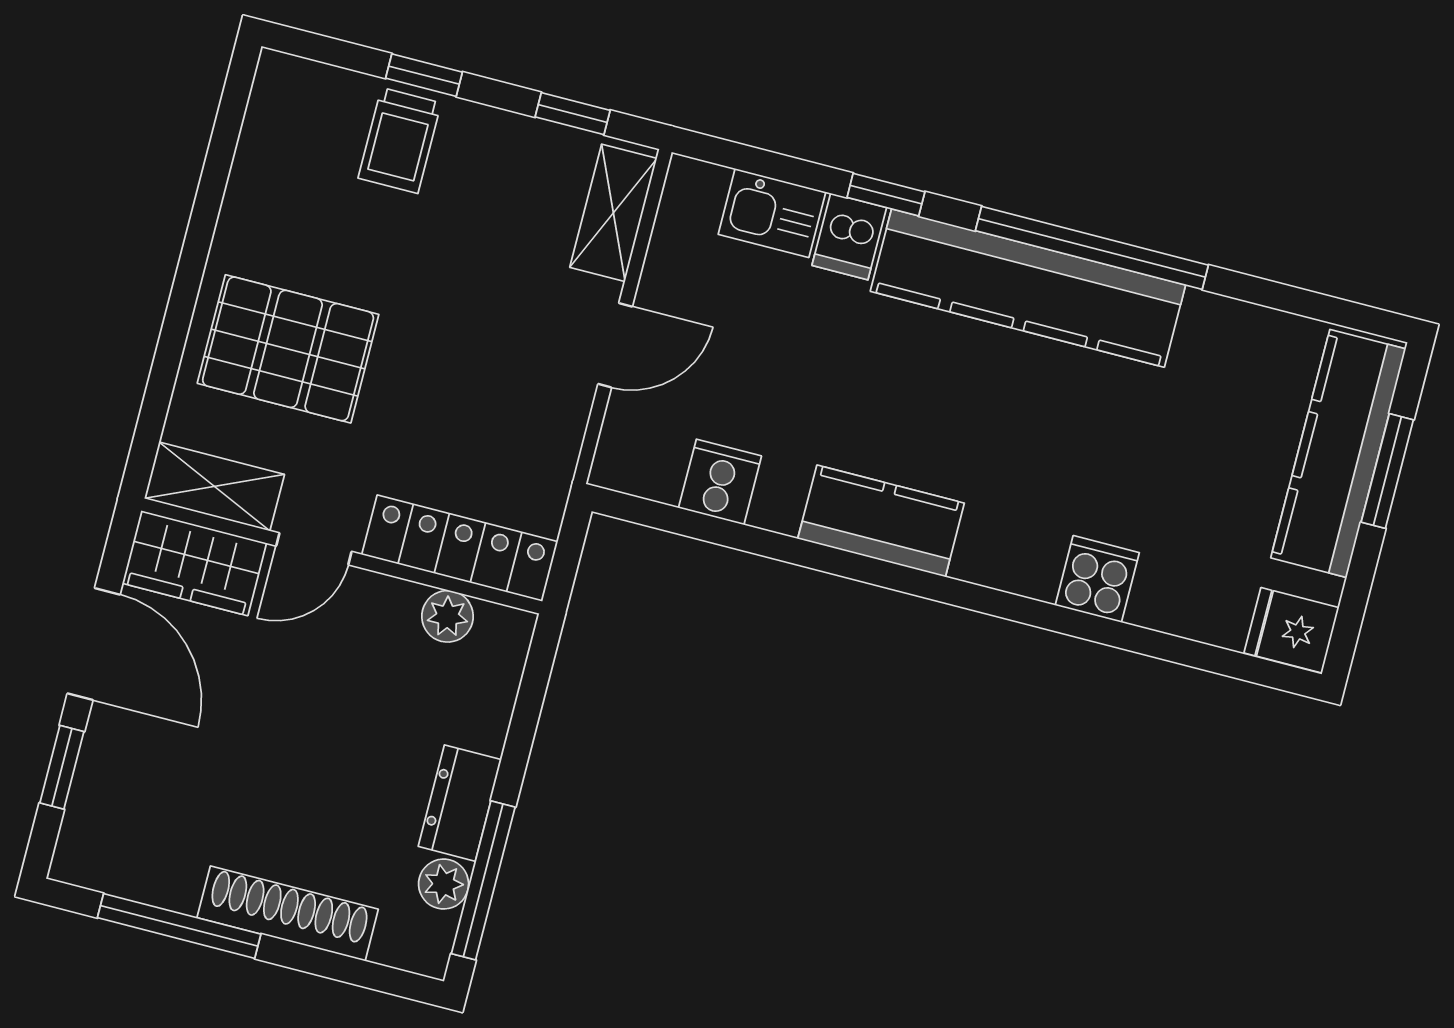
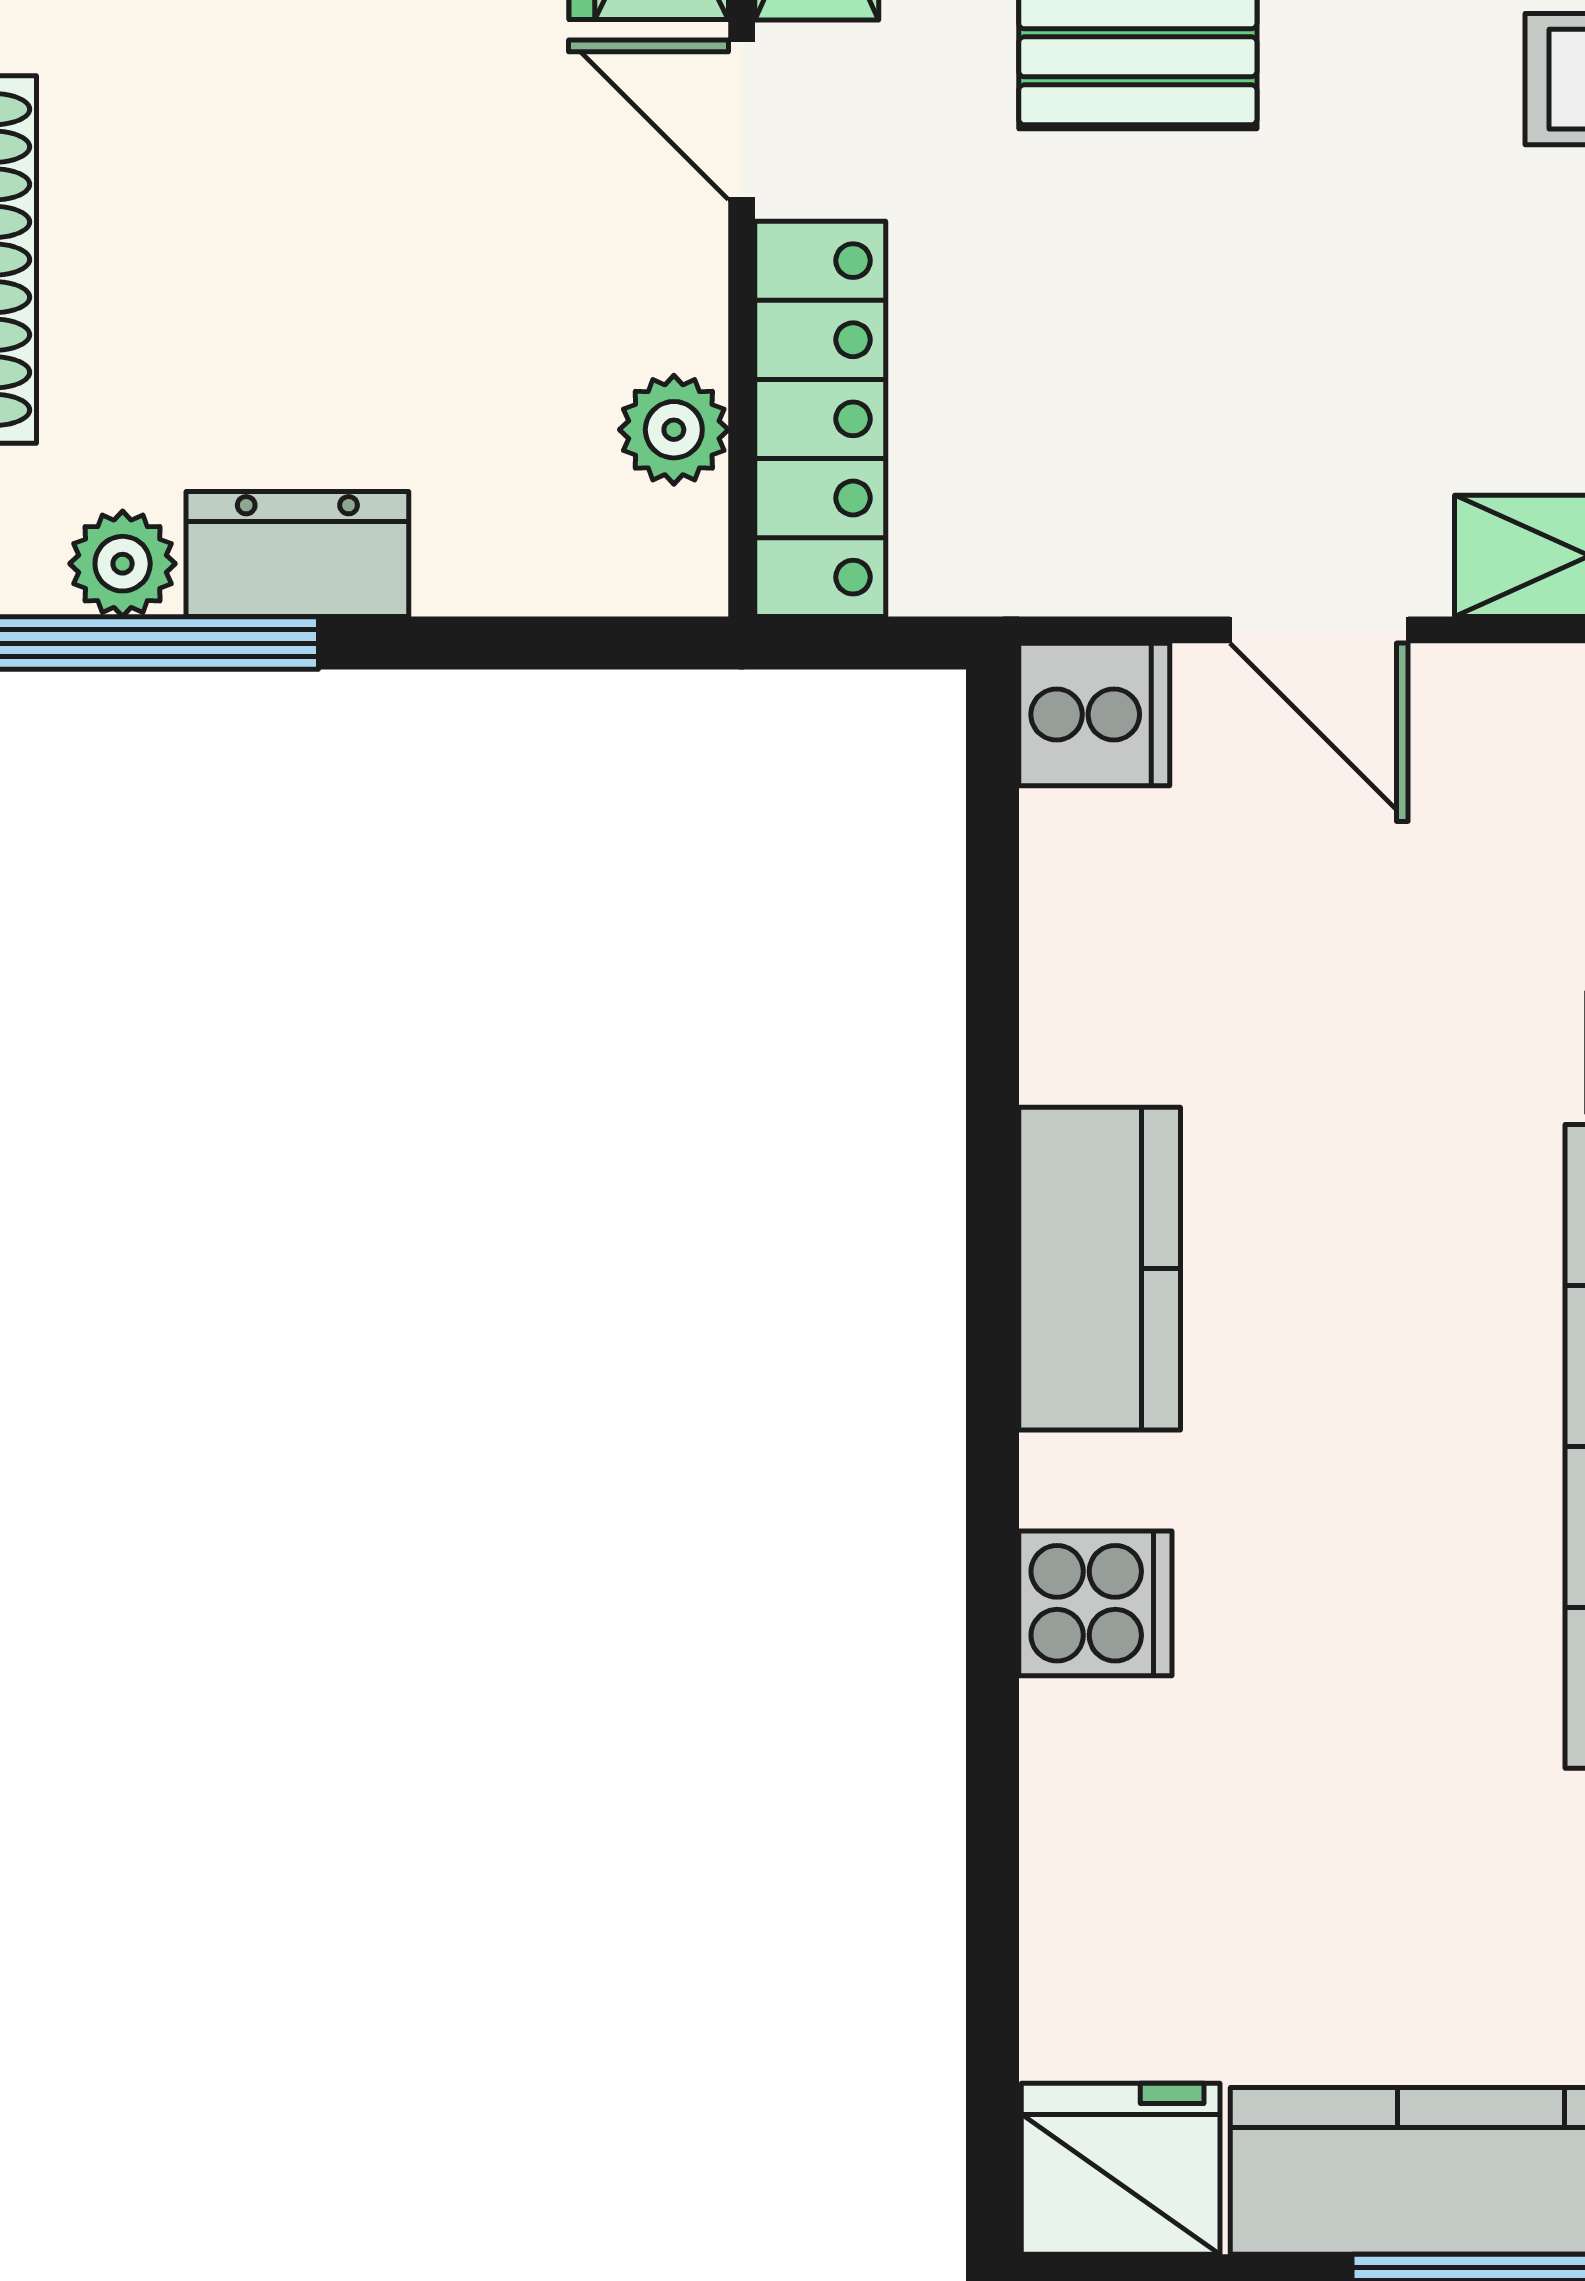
cooker: (720, 482) -> (1094, 714), moved
cooker: (1097, 579) -> (1095, 1603), moved
fridge: (1292, 630) -> (1121, 2169), width x1.38

